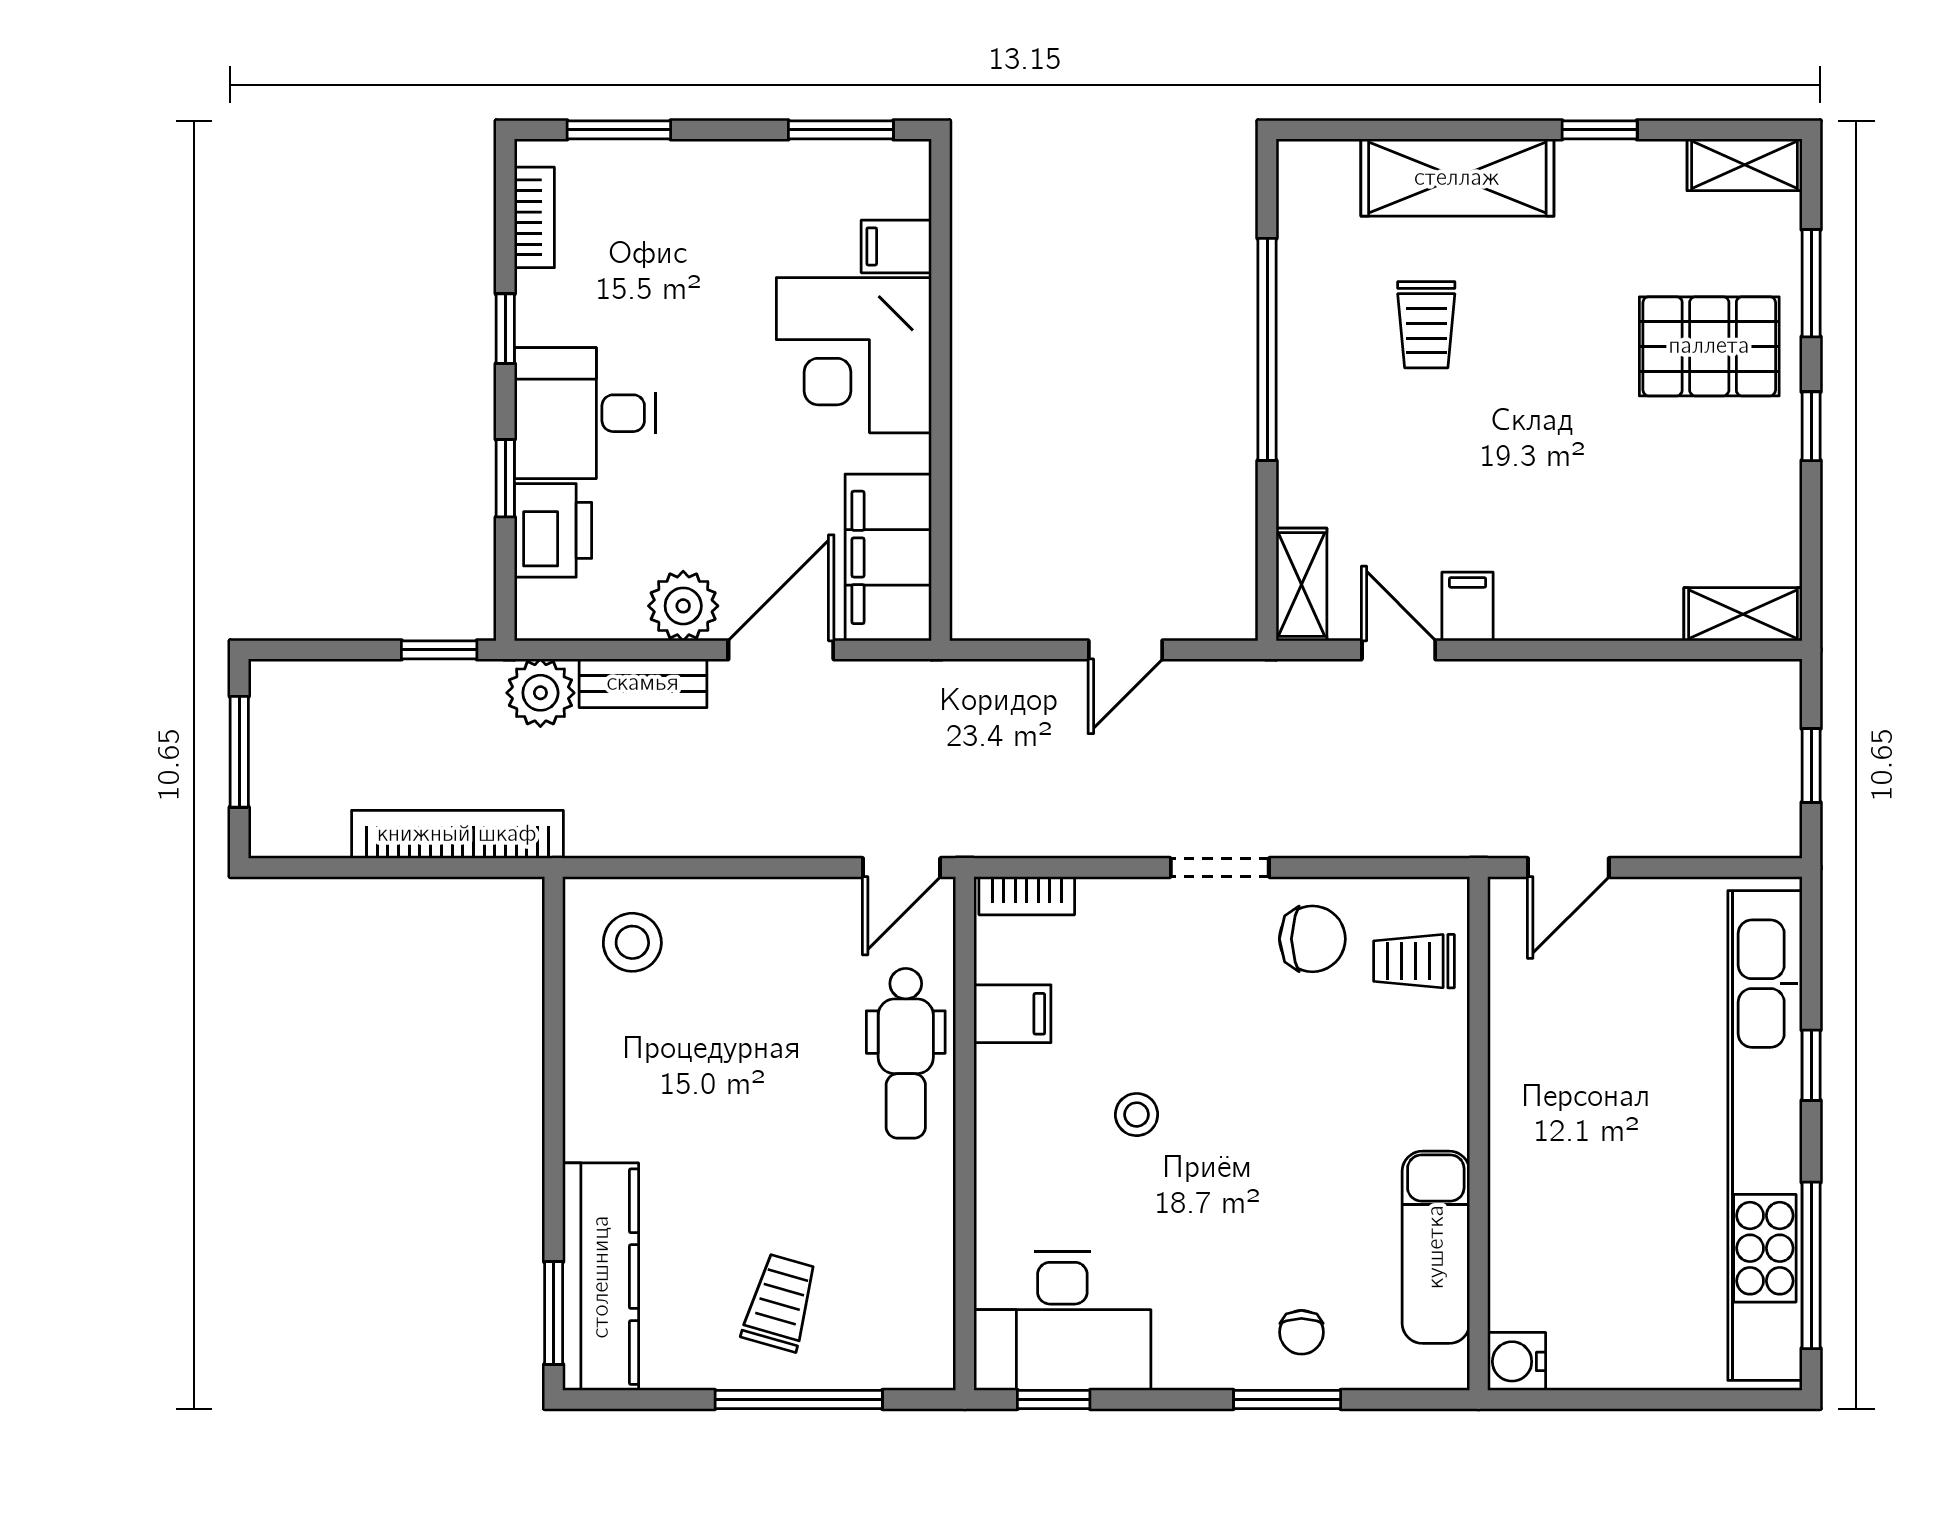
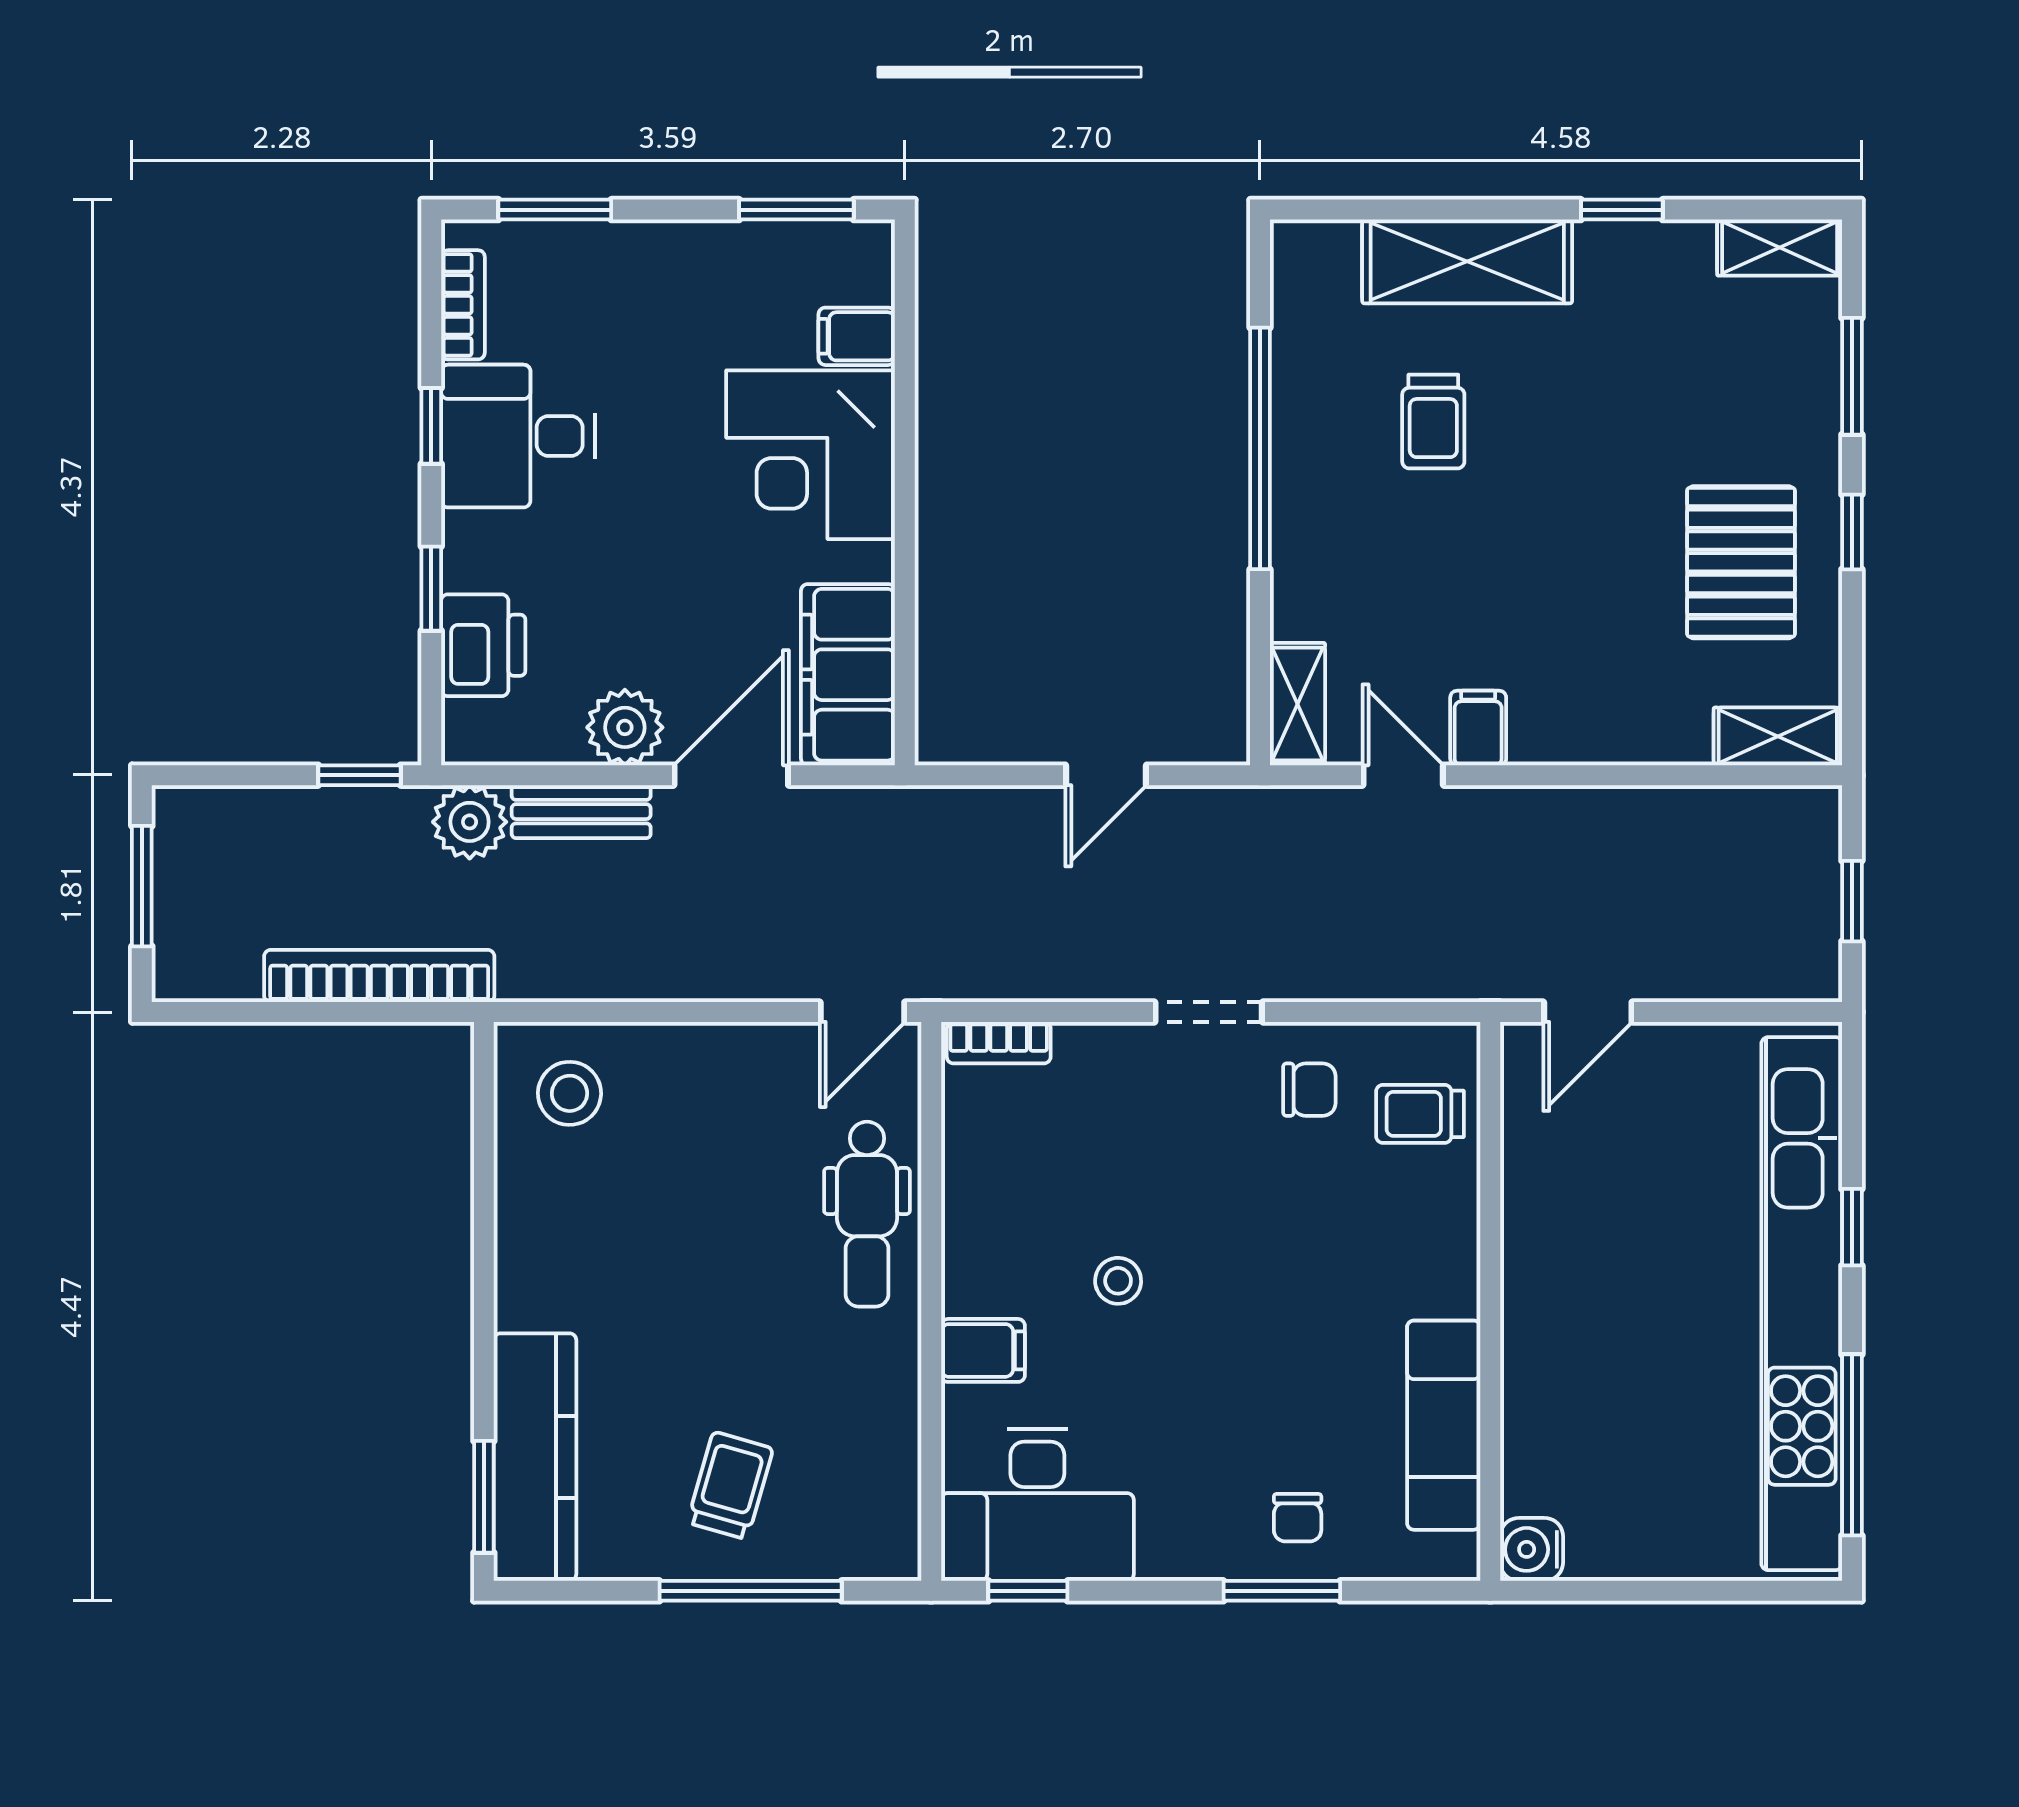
pallet: (1709, 346) -> (1741, 562), moved, turned 90
desk: (585, 413) -> (518, 436), moved
chair: (1312, 939) -> (1309, 1090), width x0.73, depth x0.73
filing cabinet: (1012, 1014) -> (983, 1350), moved

